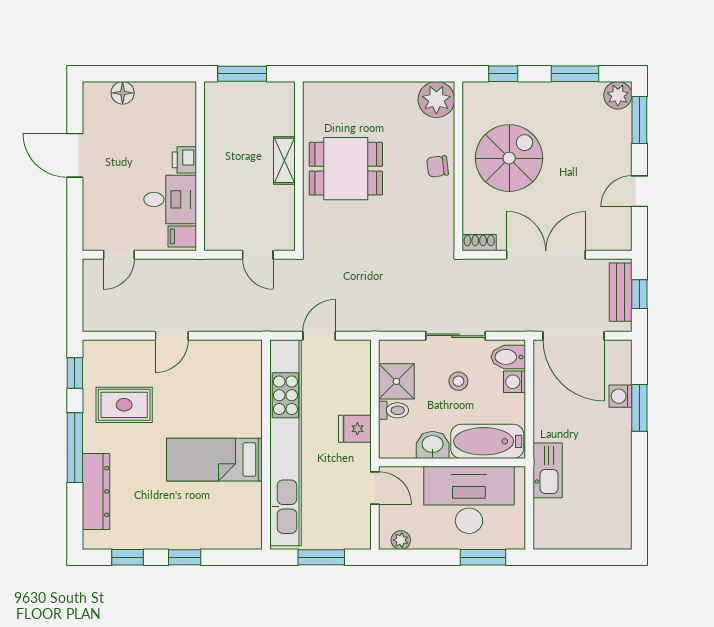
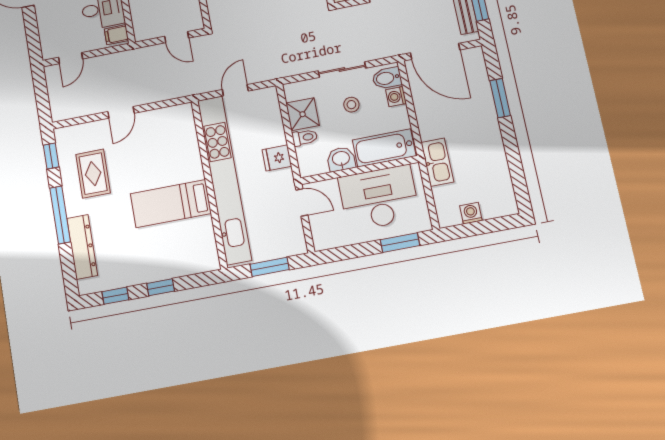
washing machine: (620, 396) -> (471, 213), moved, turned 90
rug: (124, 405) -> (93, 174), turned 90
plant: (401, 540) -> (331, 241), removed

